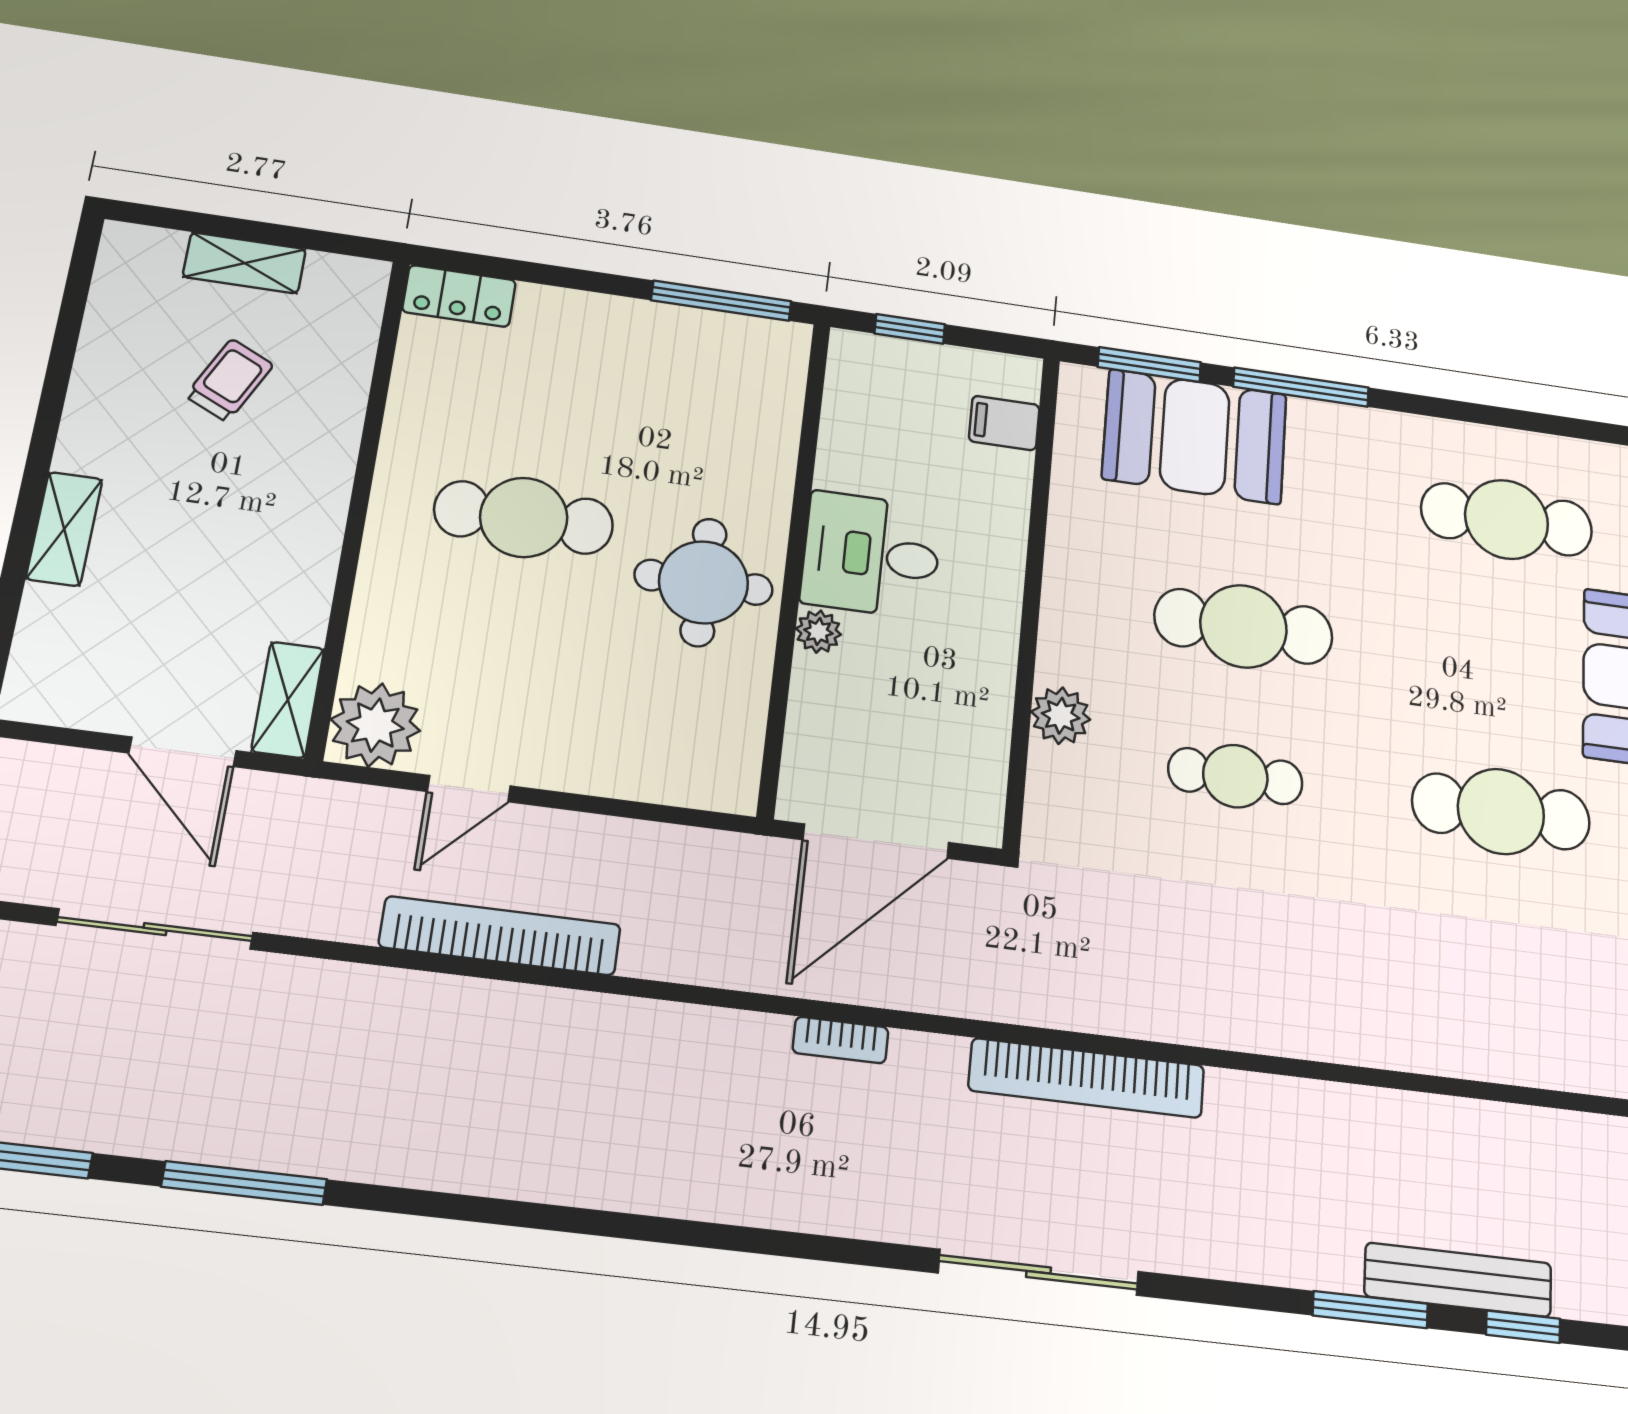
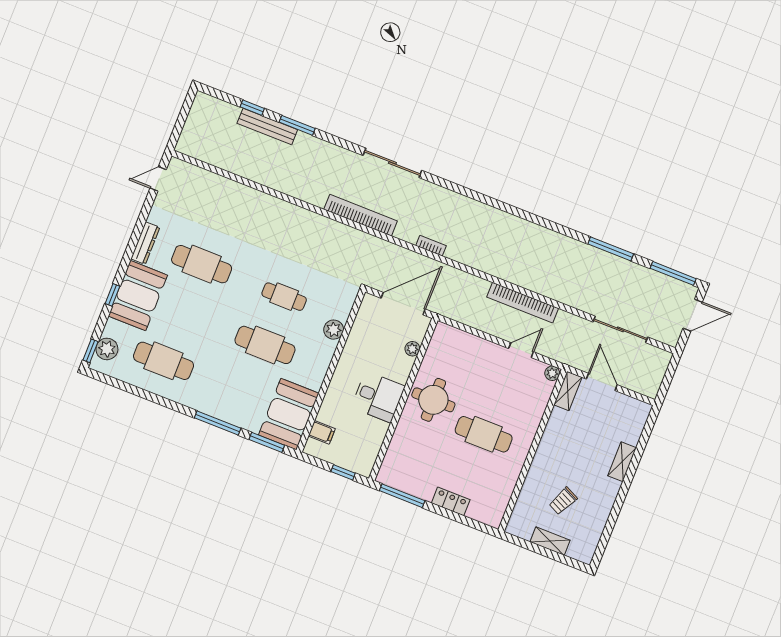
locker: (459, 296) -> (451, 501), moved
booth: (1195, 437) -> (289, 414), moved, turned 90
plant: (818, 632) -> (412, 349), moved
plant: (375, 725) -> (552, 373), width x0.53, depth x0.53

